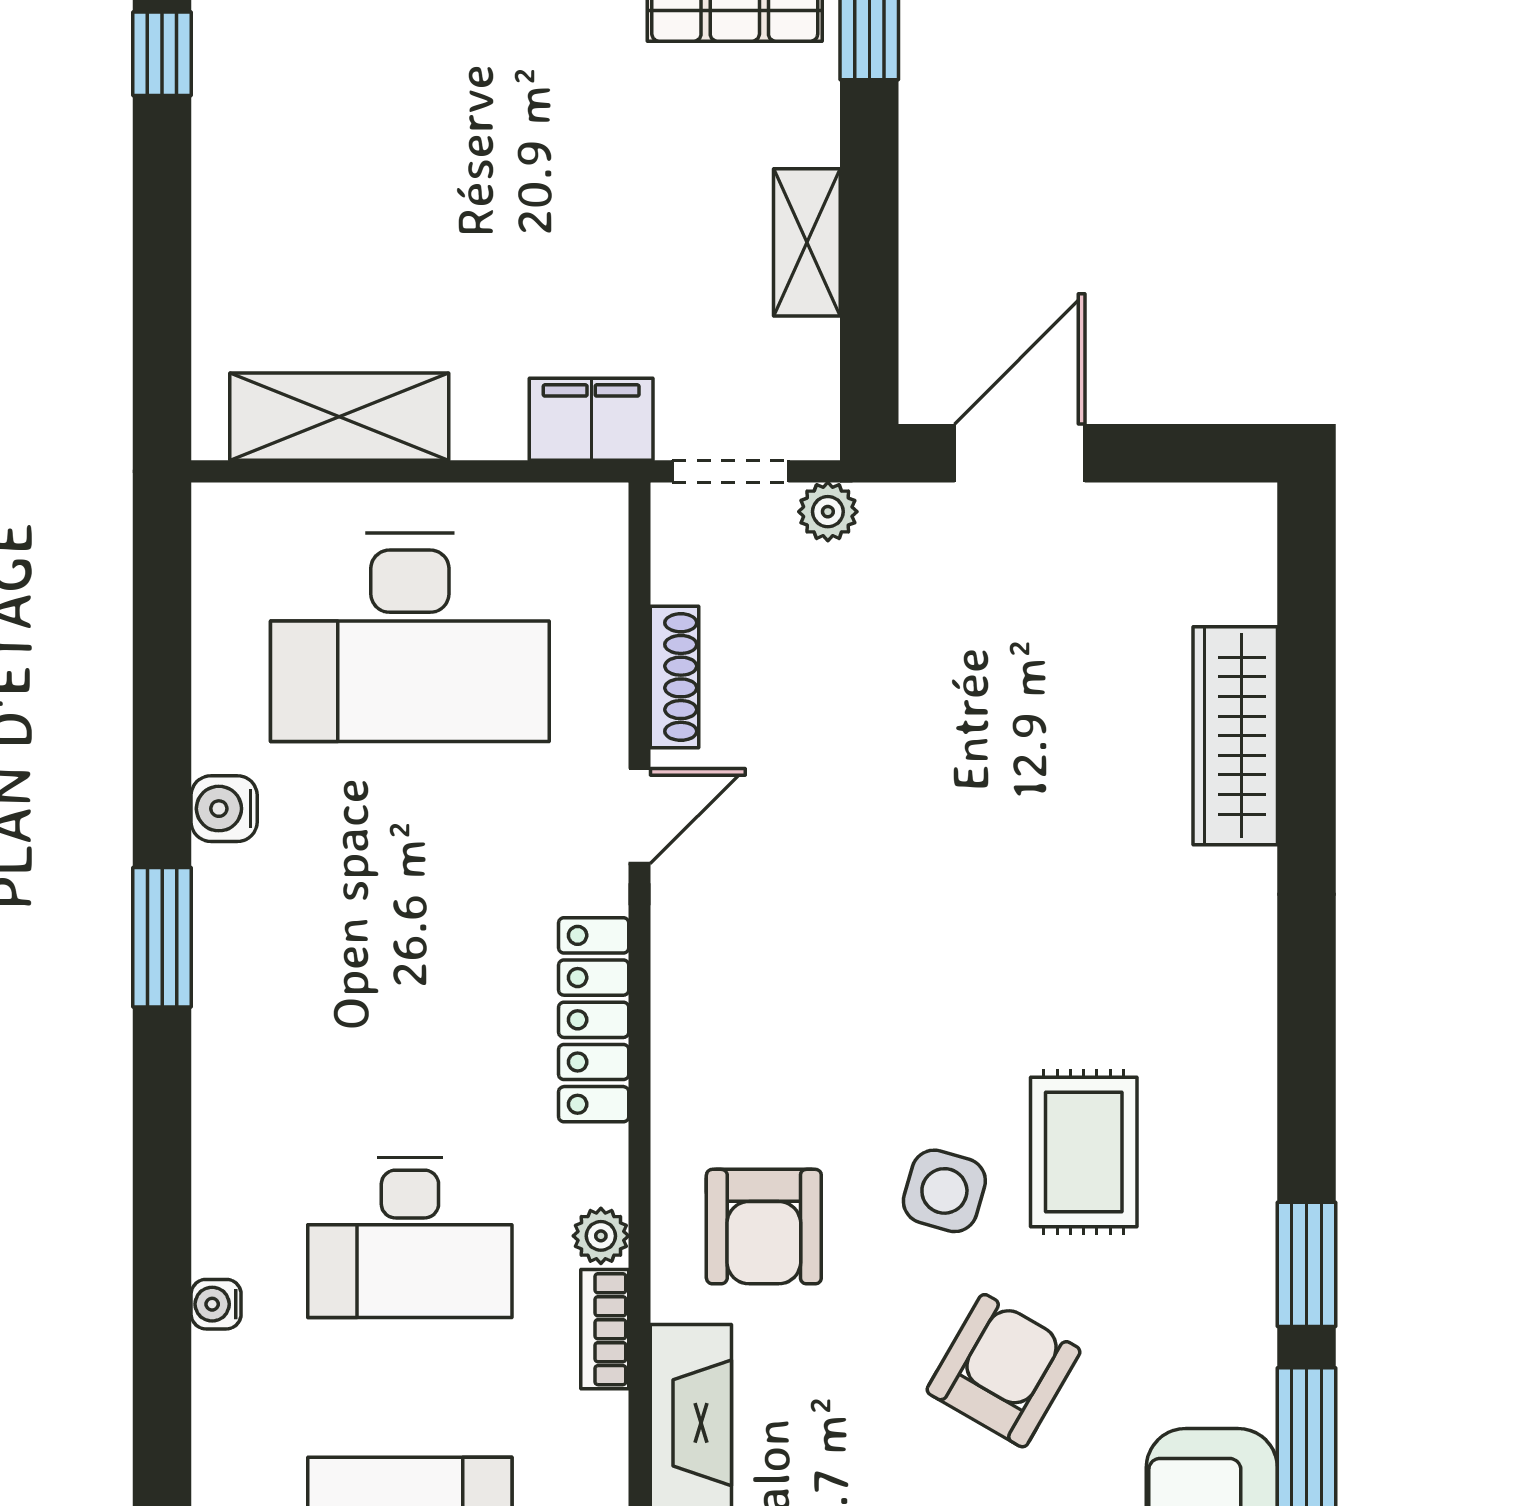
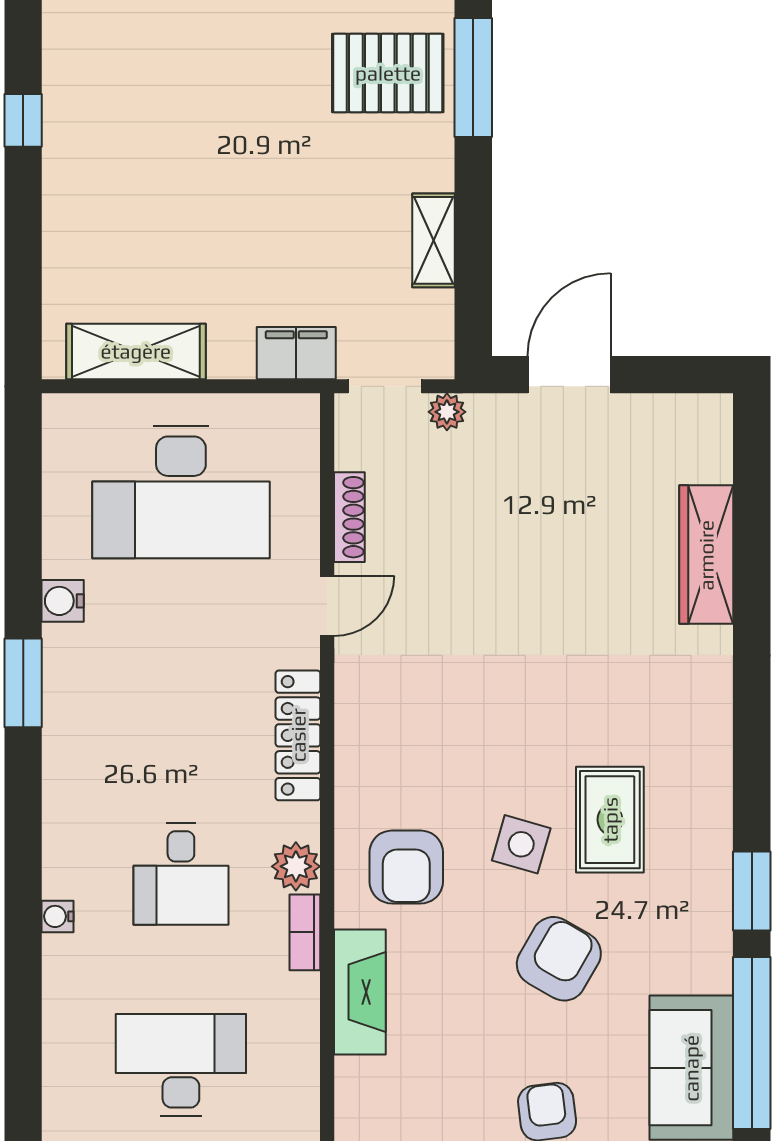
plant: (601, 1236) -> (296, 866), width x1.38, depth x1.38
desk: (410, 1237) -> (181, 874), width x0.73

